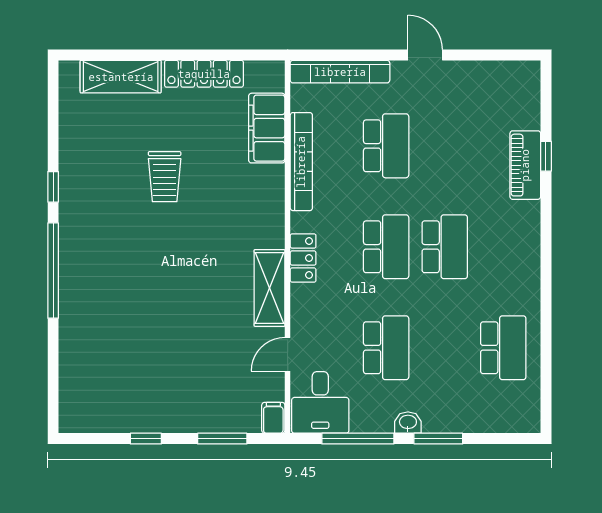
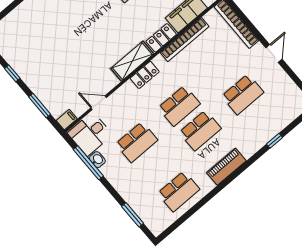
school desk: (386, 146) -> (243, 94), moved
piano: (525, 165) -> (226, 167), moved
locker: (271, 192) -> (161, 38), added
shelving: (270, 288) -> (132, 61), moved
washbasin: (408, 423) -> (97, 160), moved
window: (438, 439) -> (133, 215), moved

